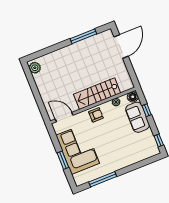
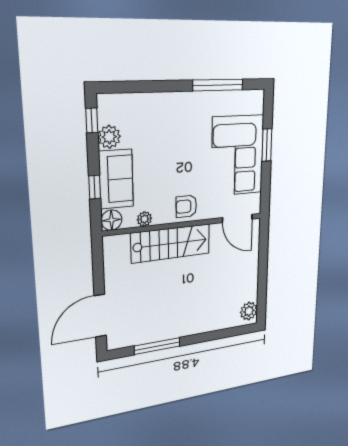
plant: (148, 136) -> (109, 137), added

